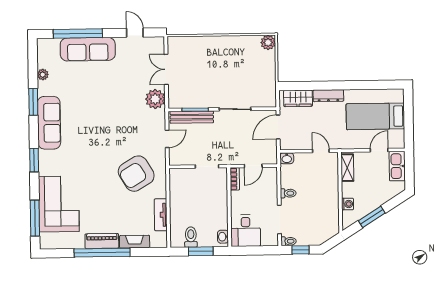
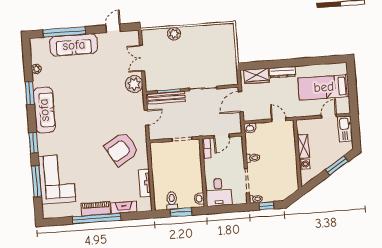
door: (135, 33) -> (113, 28), hinge flipped
plant: (268, 42) -> (174, 34), moved
shelving: (347, 168) -> (303, 146), moved
window: (372, 217) -> (337, 165), moved
window: (35, 218) -> (36, 181), moved

